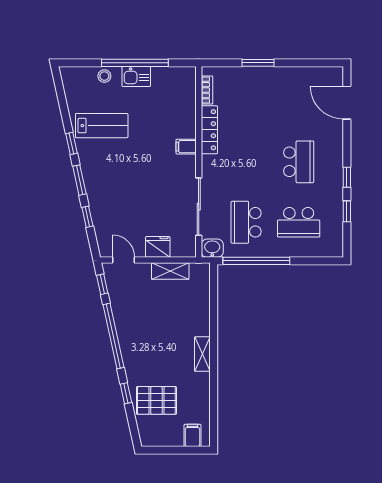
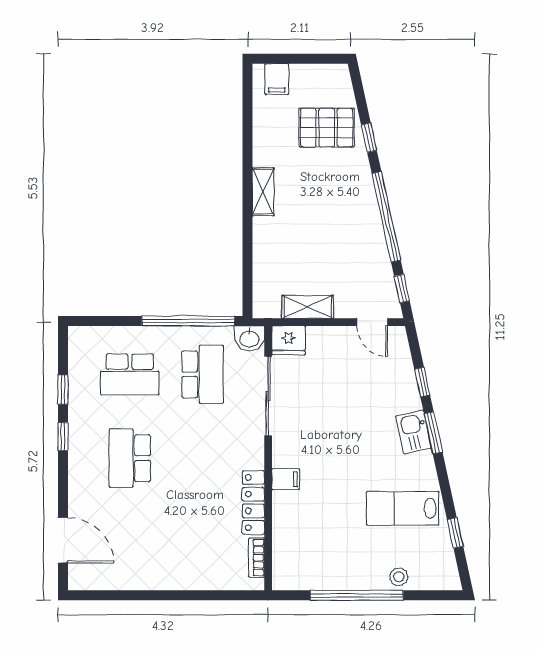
window: (258, 63) -> (186, 595), removed
kitchen sink: (136, 76) -> (414, 432), moved, turned -102
window: (71, 143) -> (455, 533), moved
school desk: (299, 222) -> (130, 374), turned 180
fridge: (158, 247) -> (289, 340), moved

